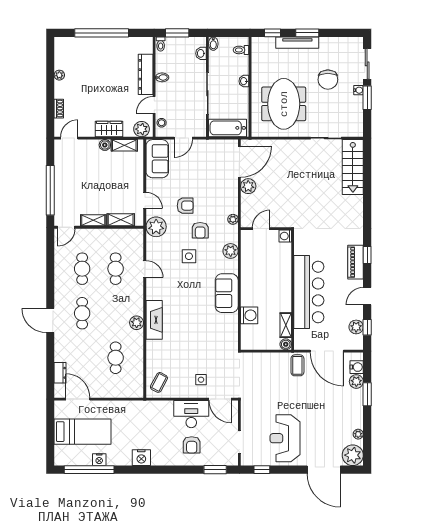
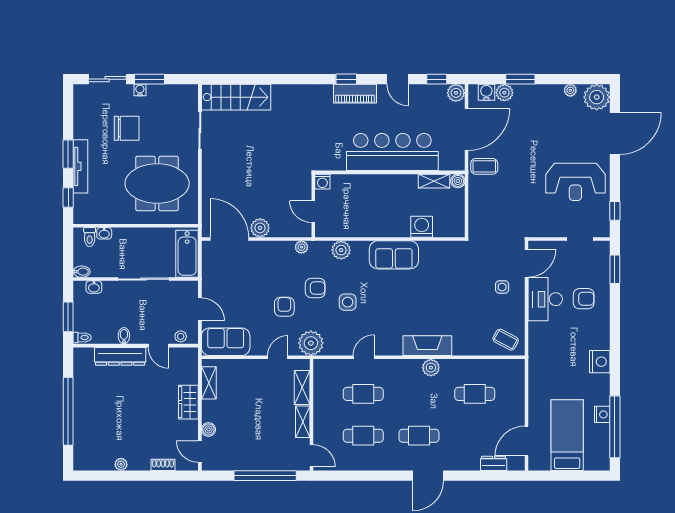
washbasin: (244, 81) -> (104, 233), moved
plant: (142, 129) -> (189, 361), removed
boiler: (105, 145) -> (208, 429), moved
plant: (356, 327) -> (456, 93), moved

